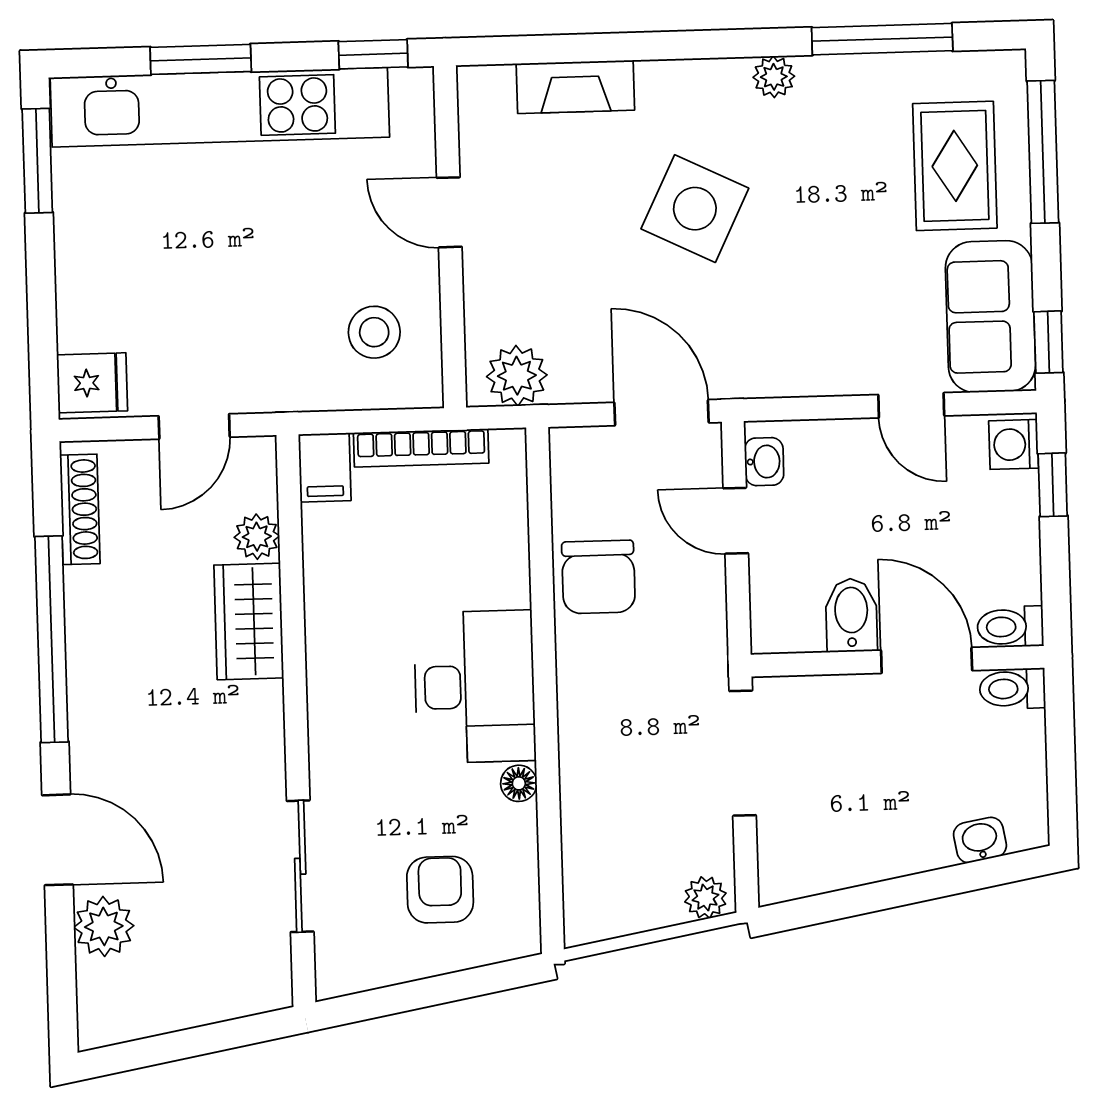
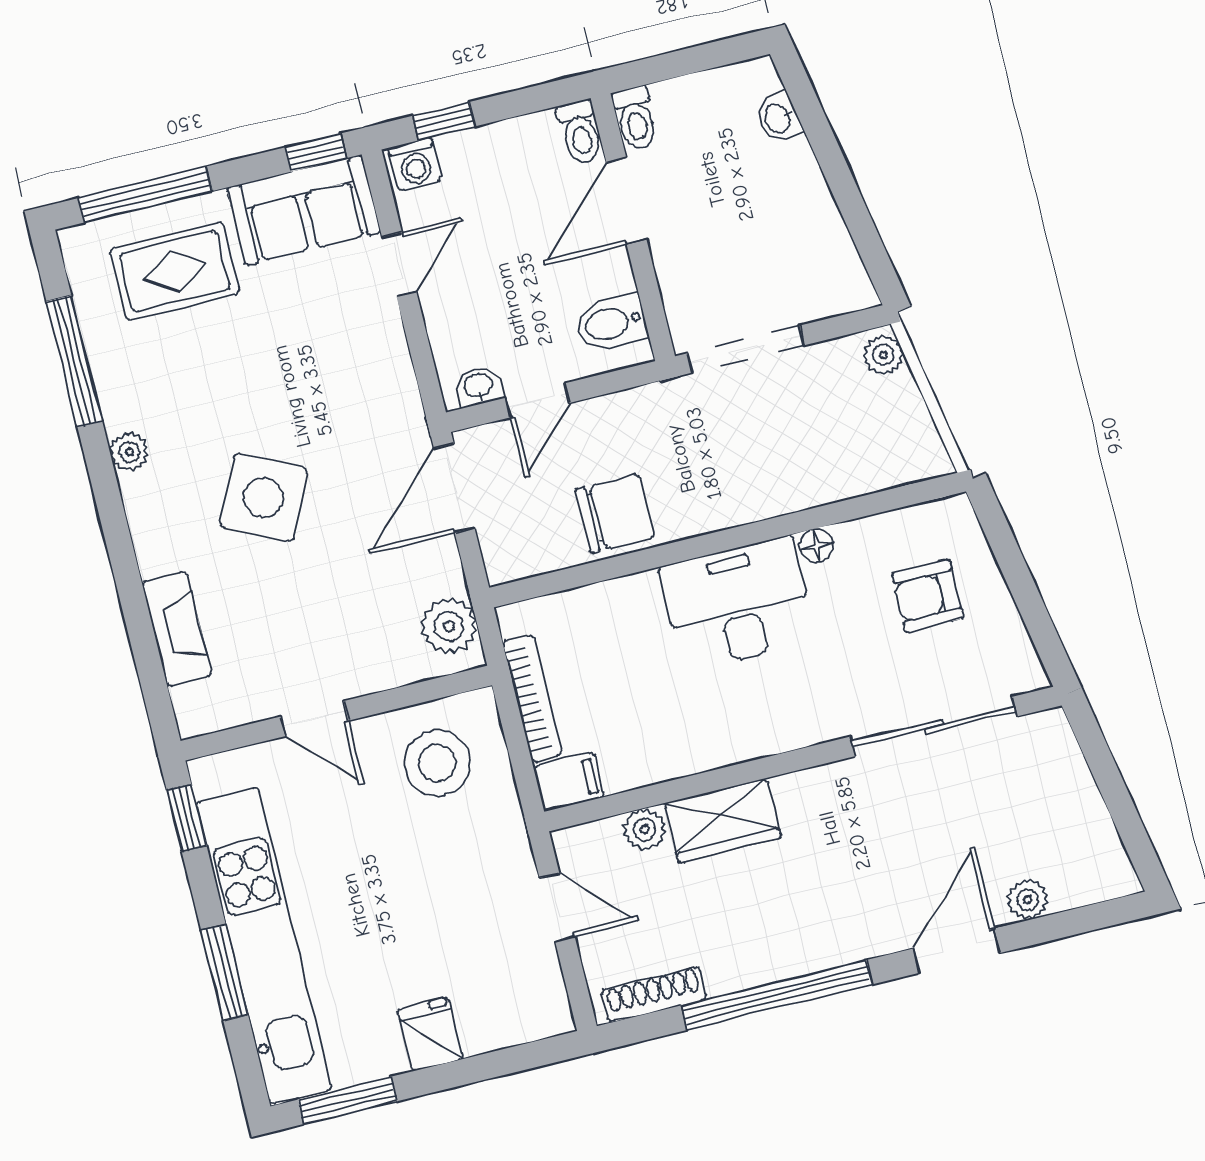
door: (449, 212) -> (314, 719), hinge flipped
stool: (374, 332) -> (437, 763), width x1.38, depth x1.38
fridge: (92, 383) -> (431, 1034), moved
bidet: (851, 615) -> (611, 323), moved
sliding door: (300, 866) -> (934, 727), width x1.37
plant: (104, 926) -> (1028, 900), width x0.73, depth x0.73

